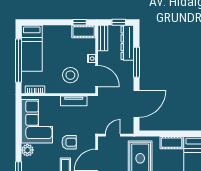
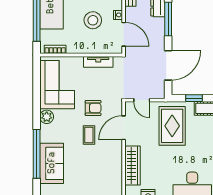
stool: (70, 75) -> (93, 20), moved
window: (160, 133) -> (194, 98), added
door: (113, 135) -> (142, 100), swing flipped

